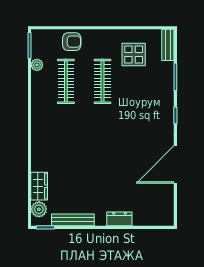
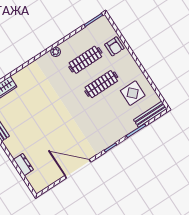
bench: (168, 45) -> (150, 114), width x1.36
plant: (37, 65) -> (56, 52), moved
dresser: (119, 219) -> (23, 165), moved

